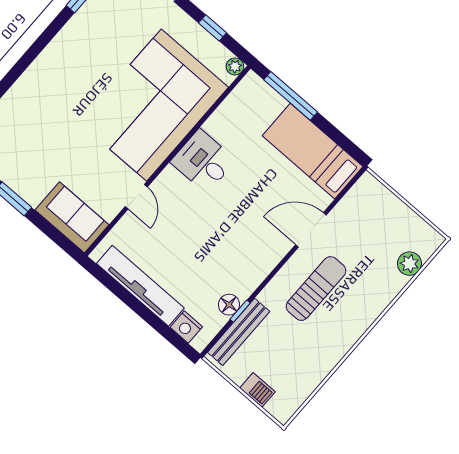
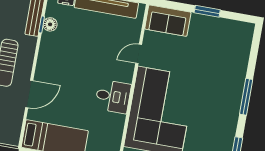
window: (29, 57) -> (246, 97), added
door: (136, 197) -> (139, 54), hinge flipped

